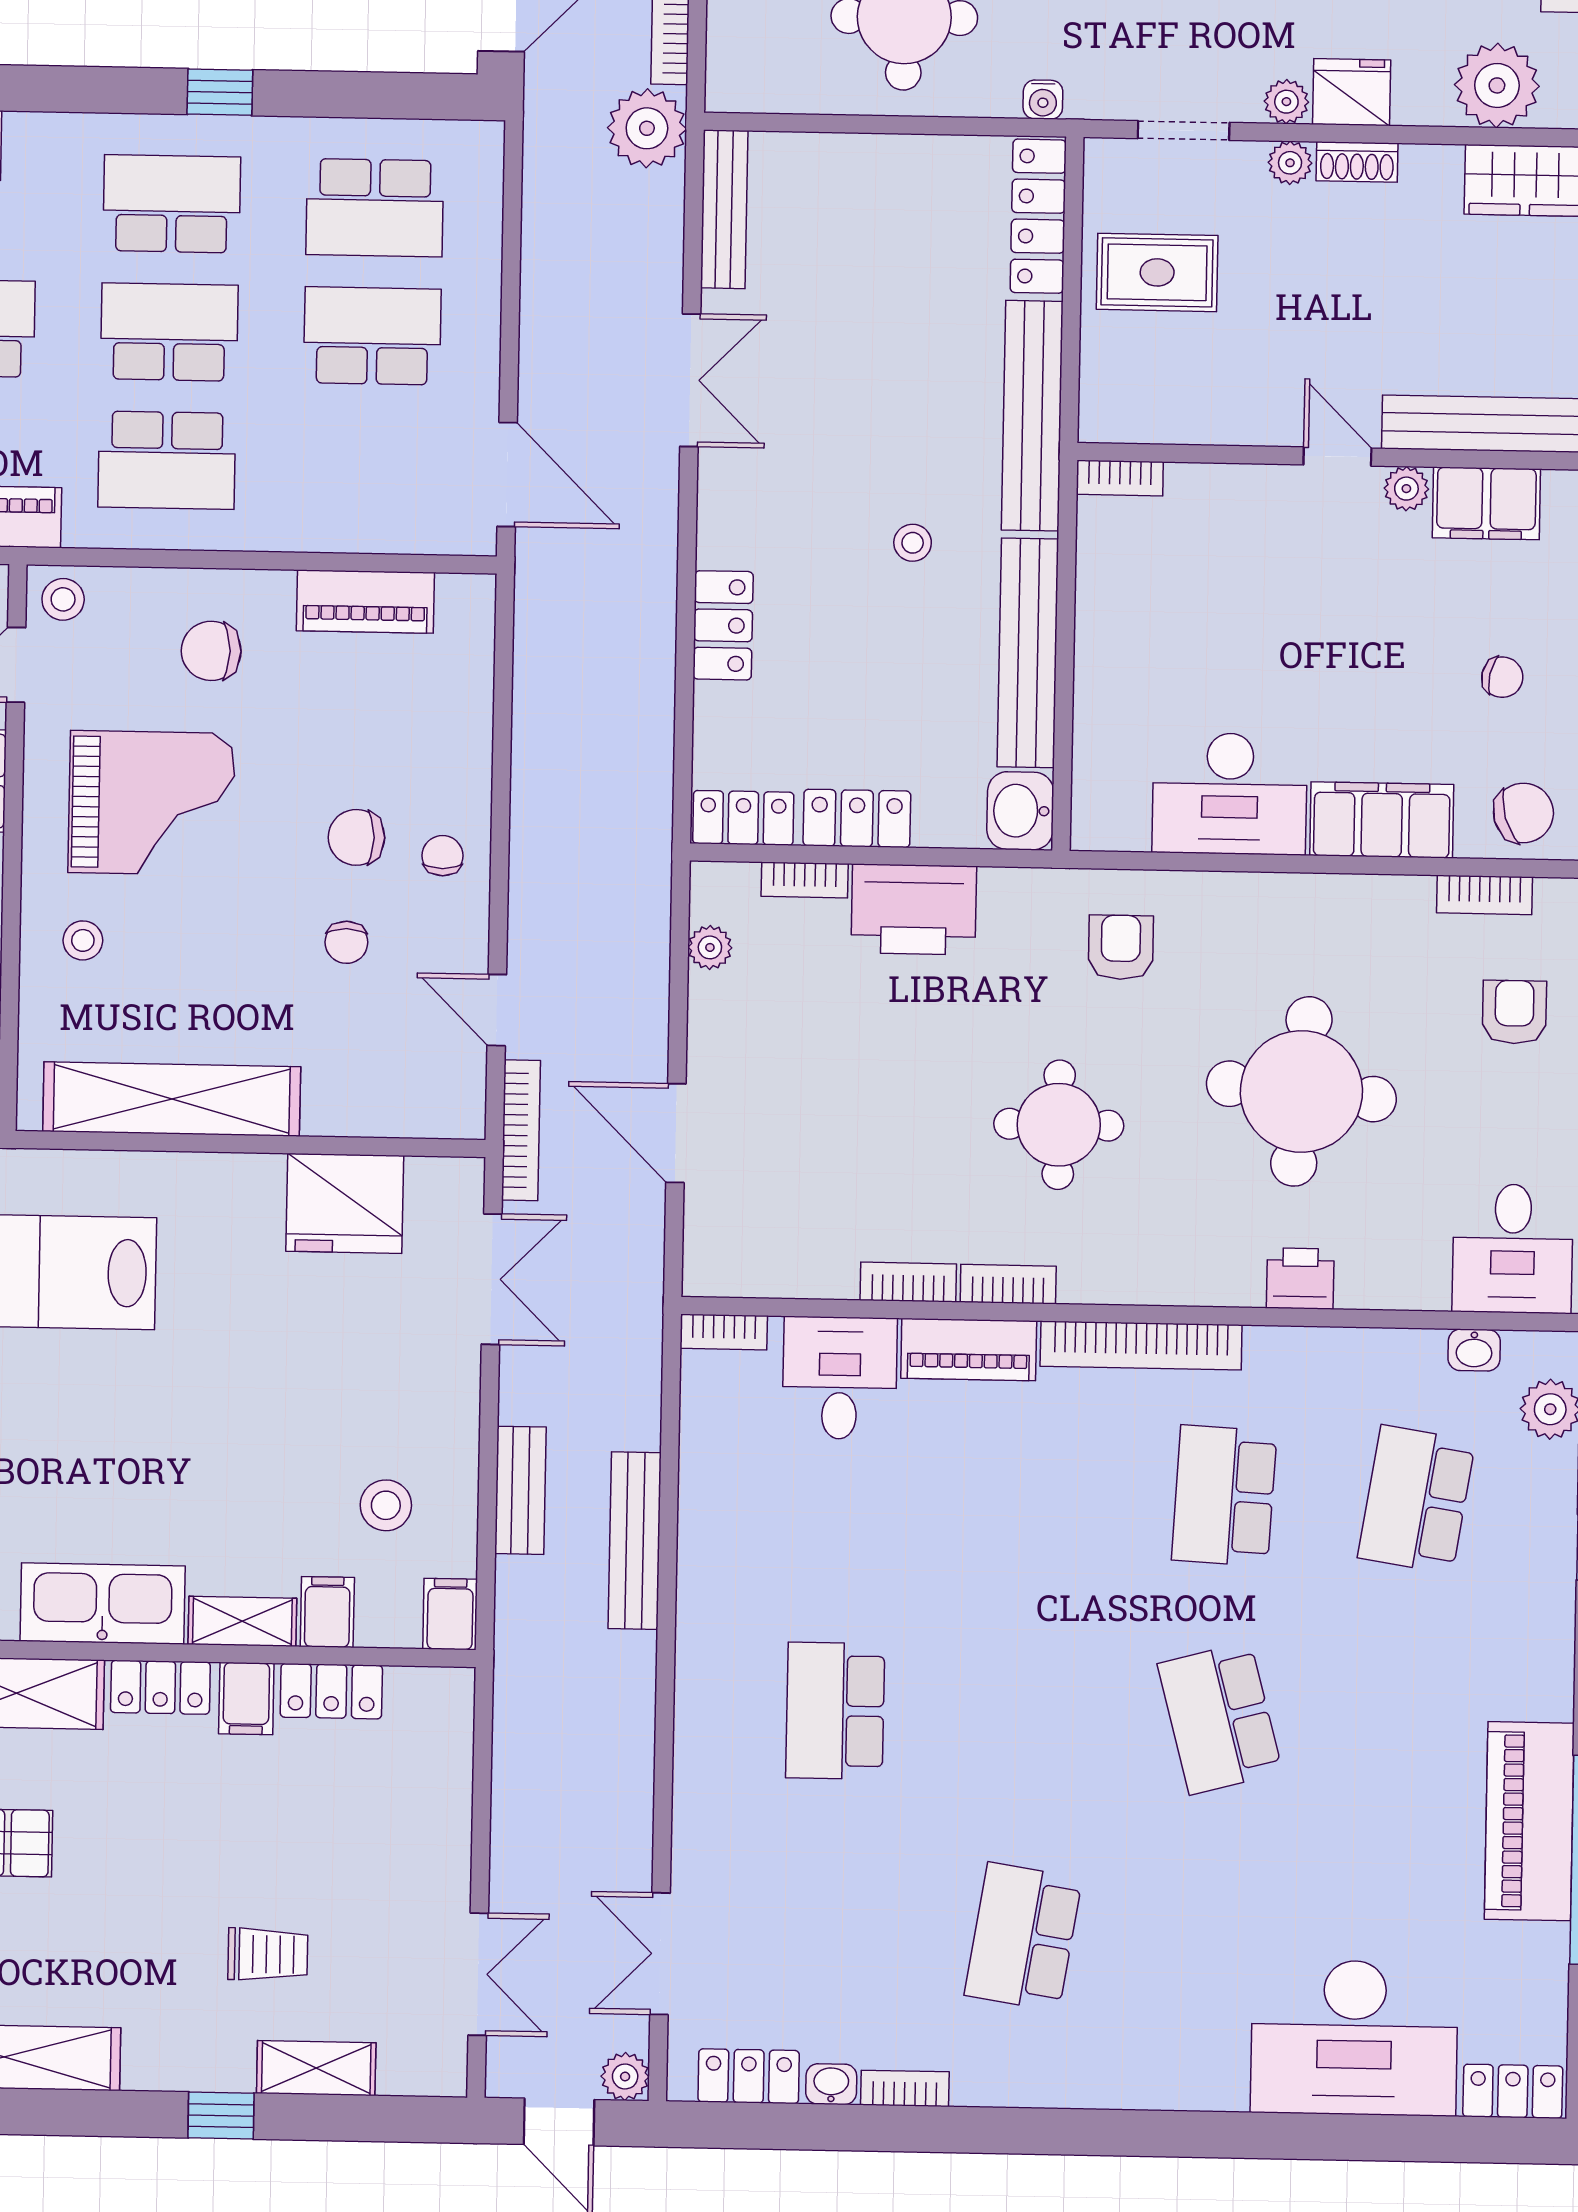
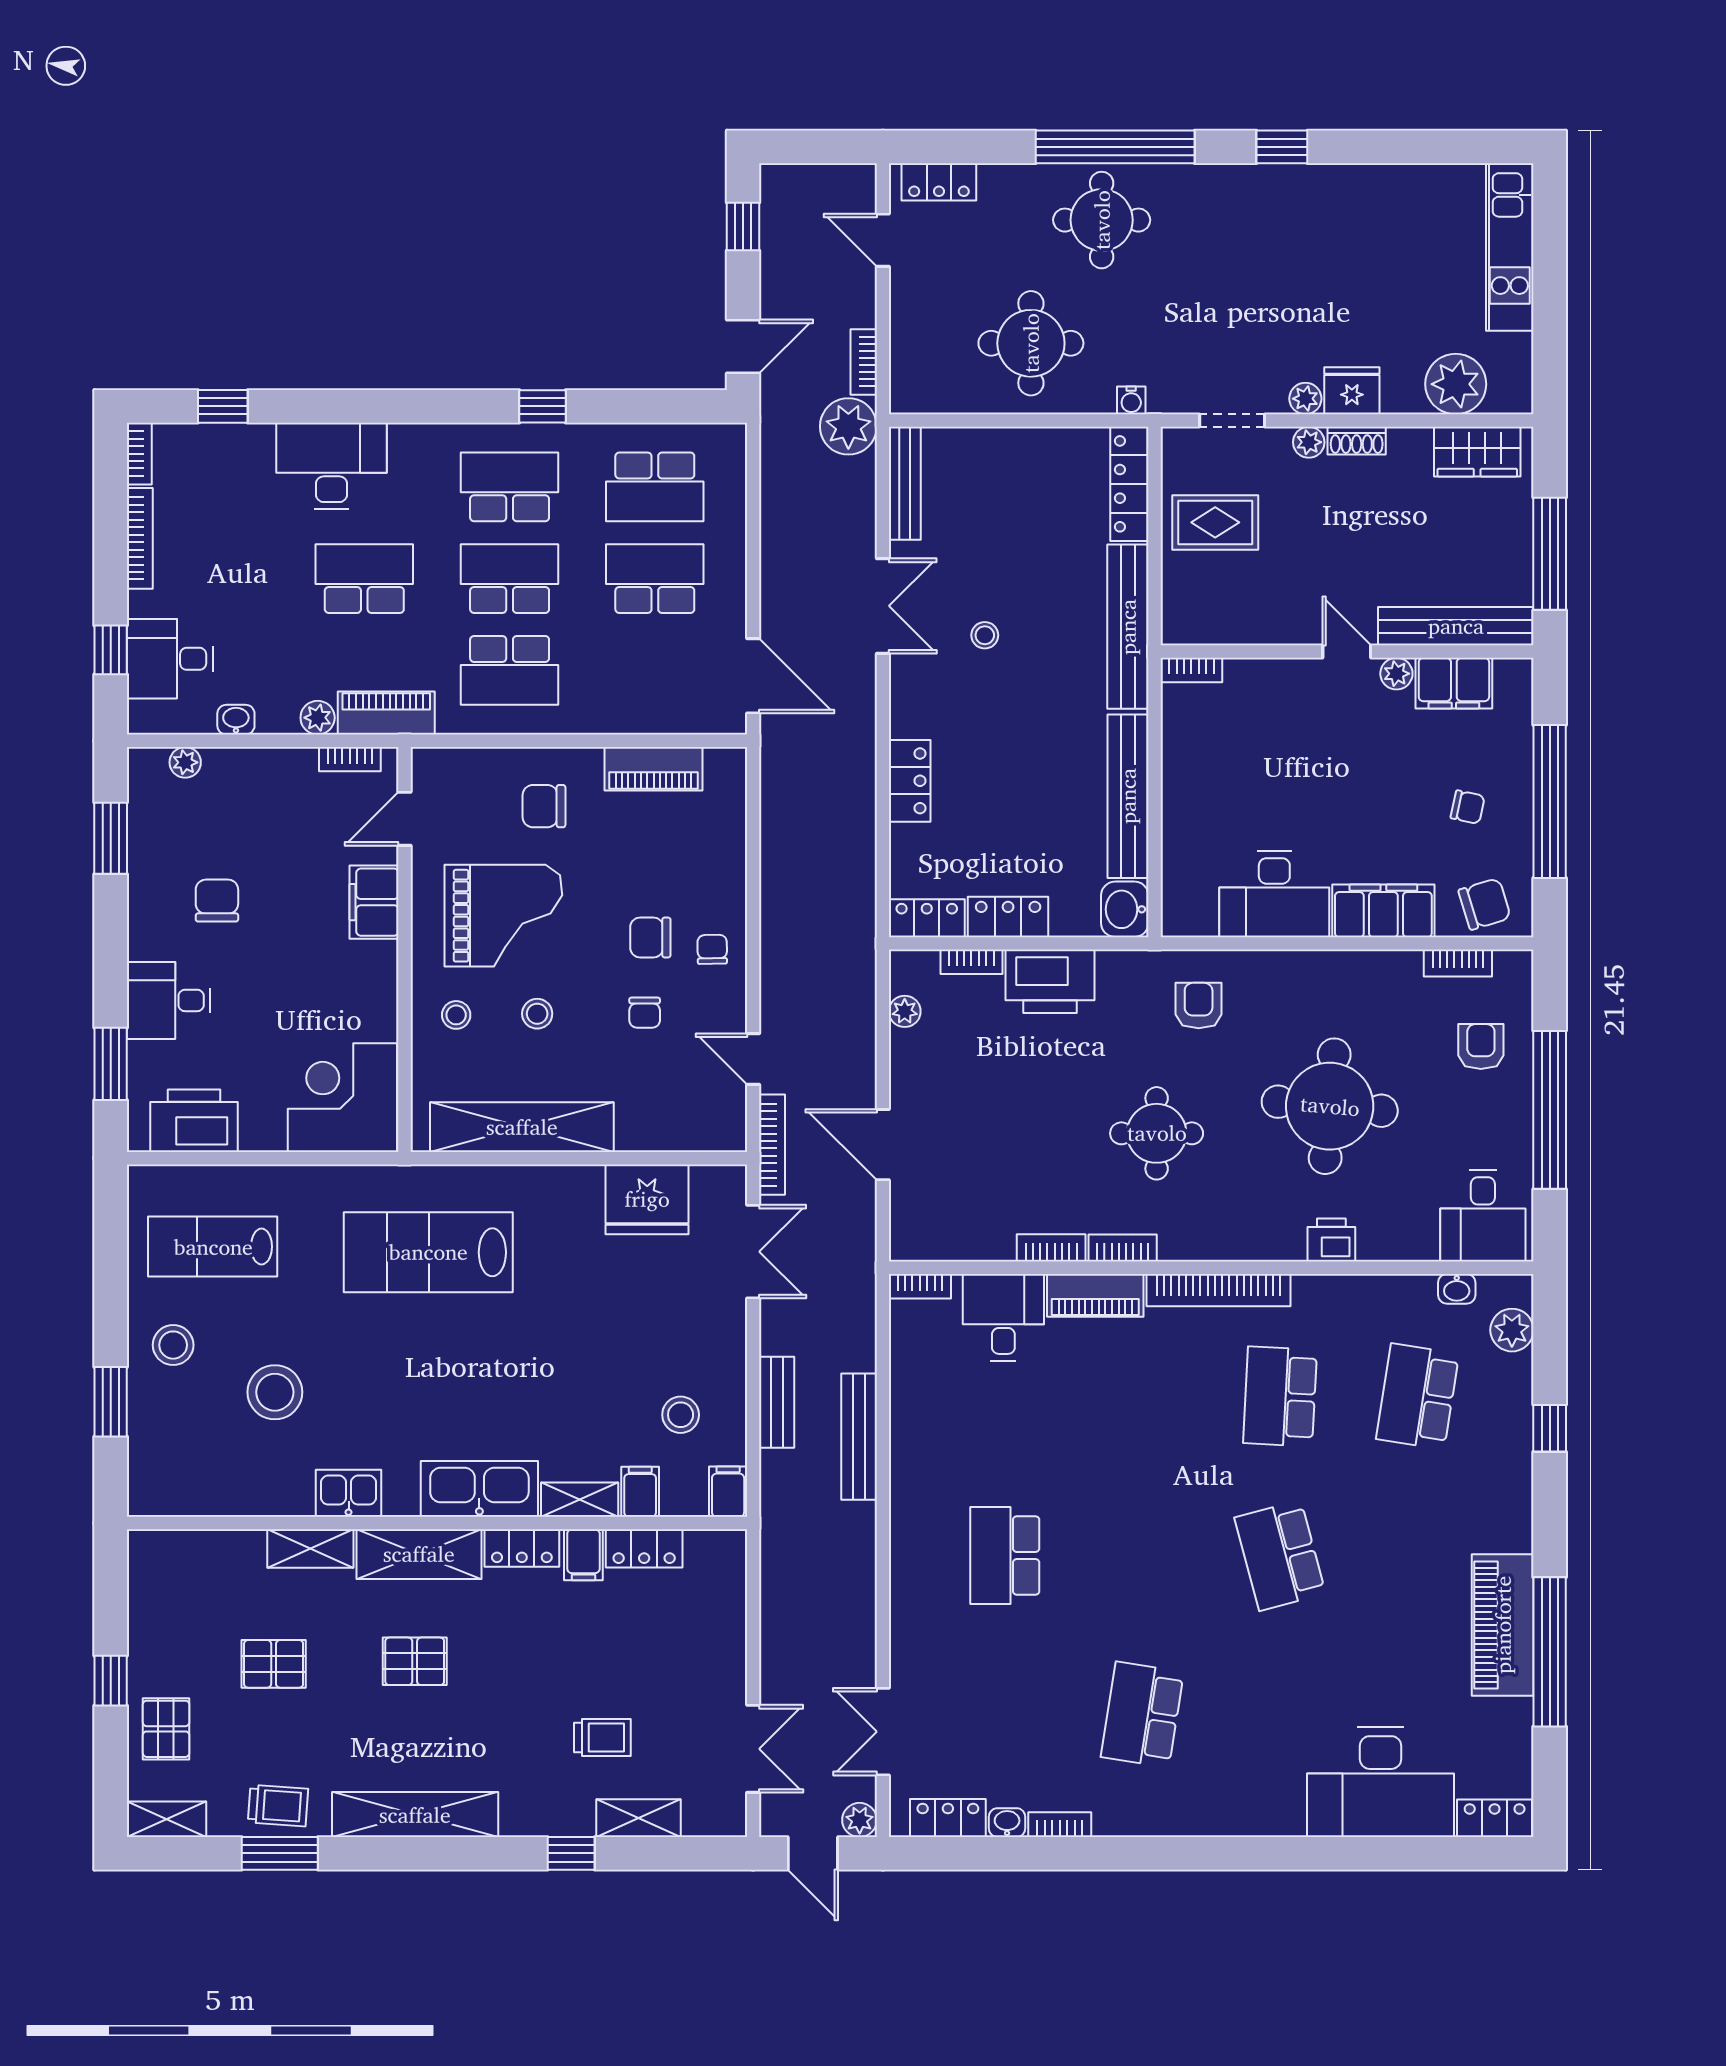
stool: (913, 543) -> (985, 635), moved
stool: (63, 599) -> (537, 1014), moved

